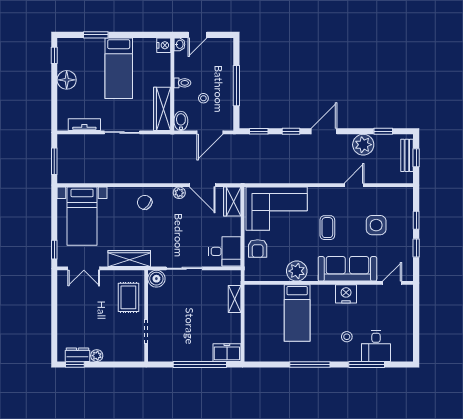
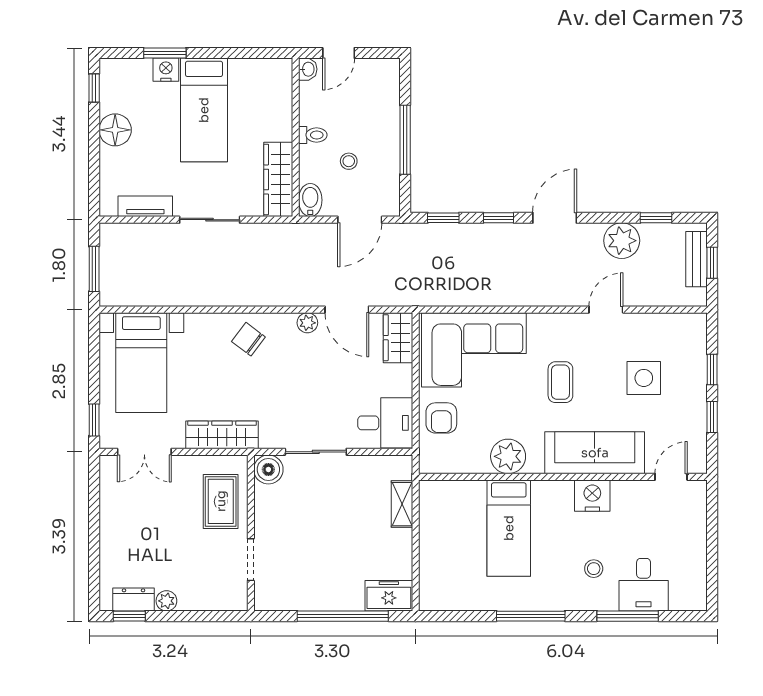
nightstand: (164, 45) -> (166, 70), moved, turned -90

